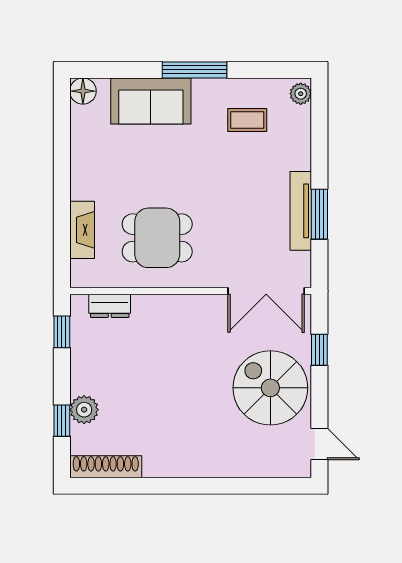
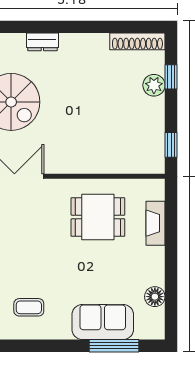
window: (195, 70) -> (114, 346), moved
floor lamp: (83, 91) -> (155, 297), moved
dresser: (110, 306) -> (42, 42), moved, turned 180

